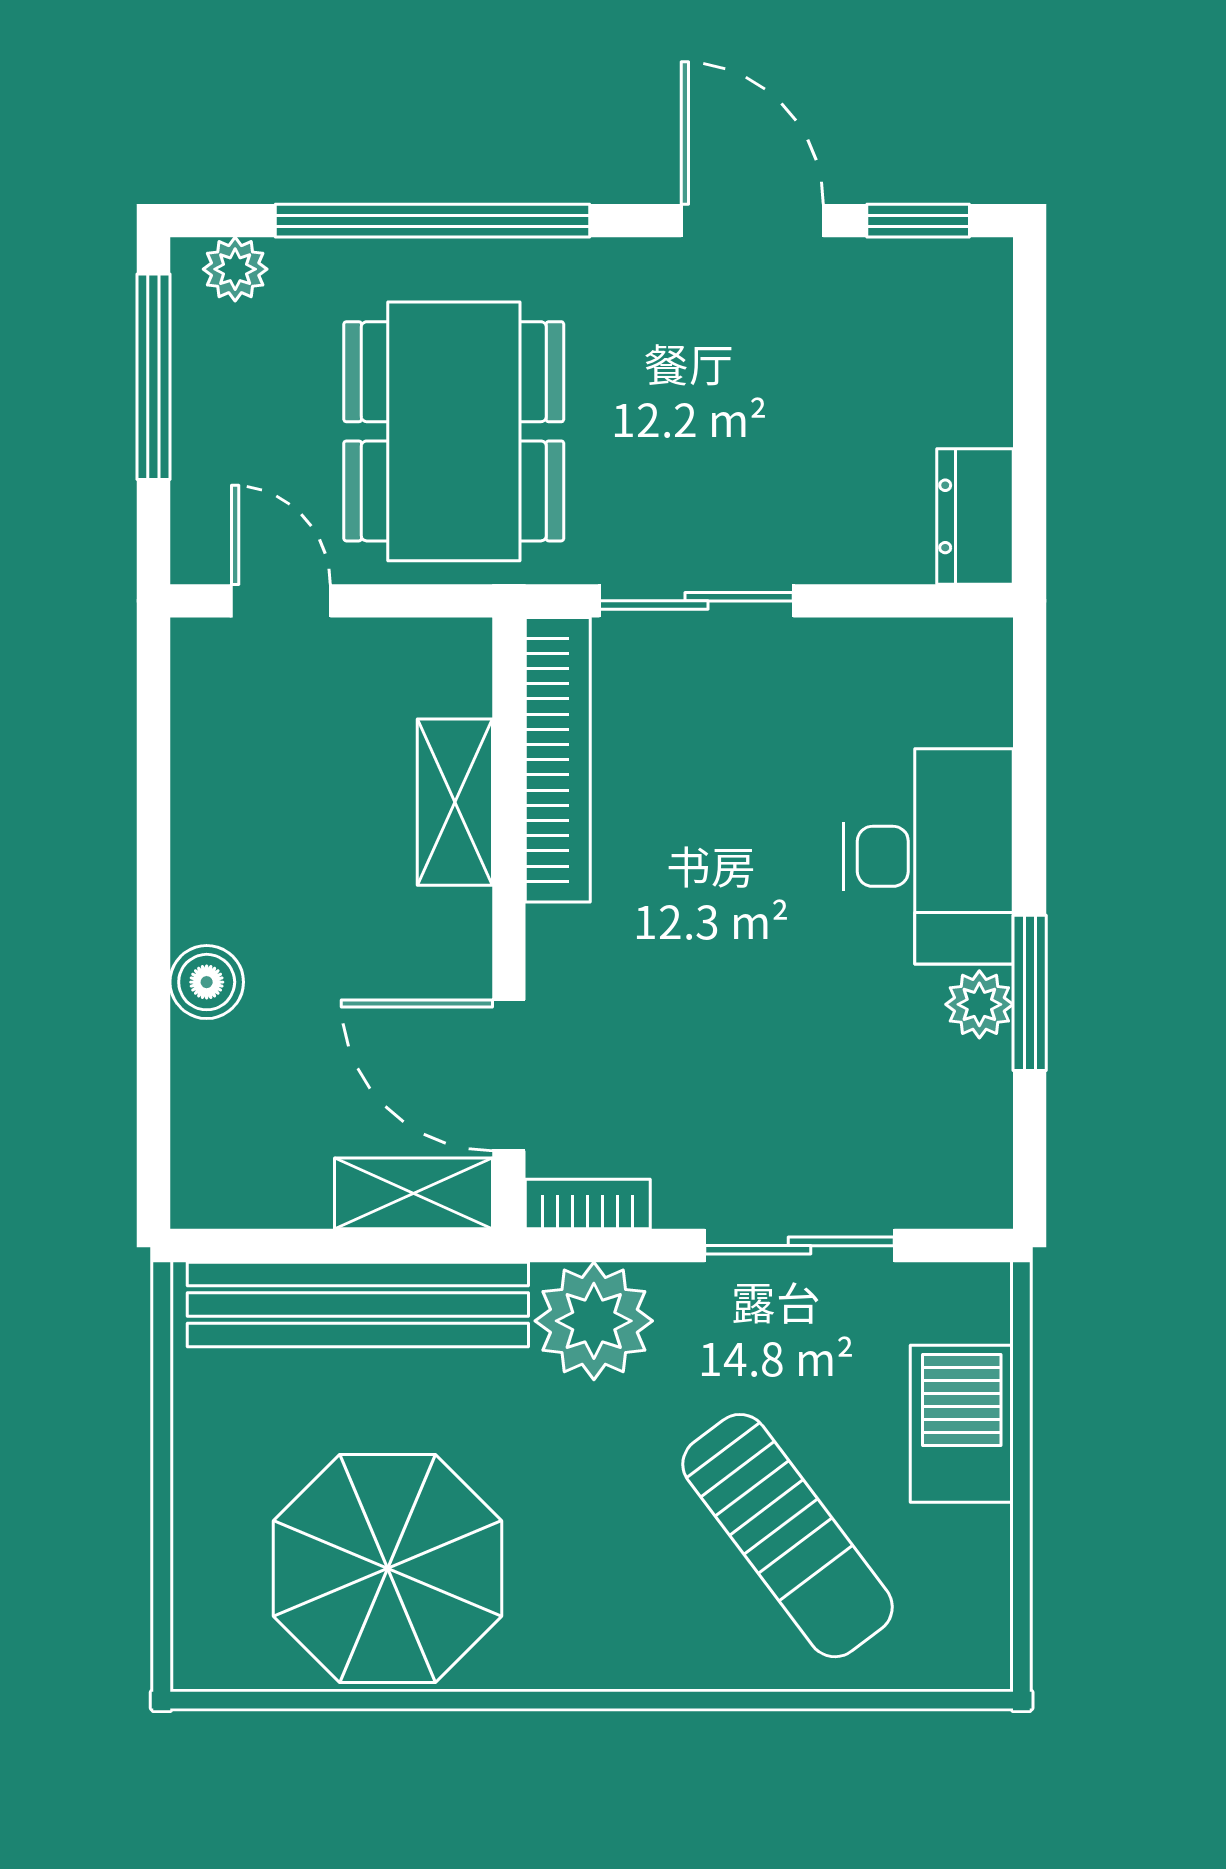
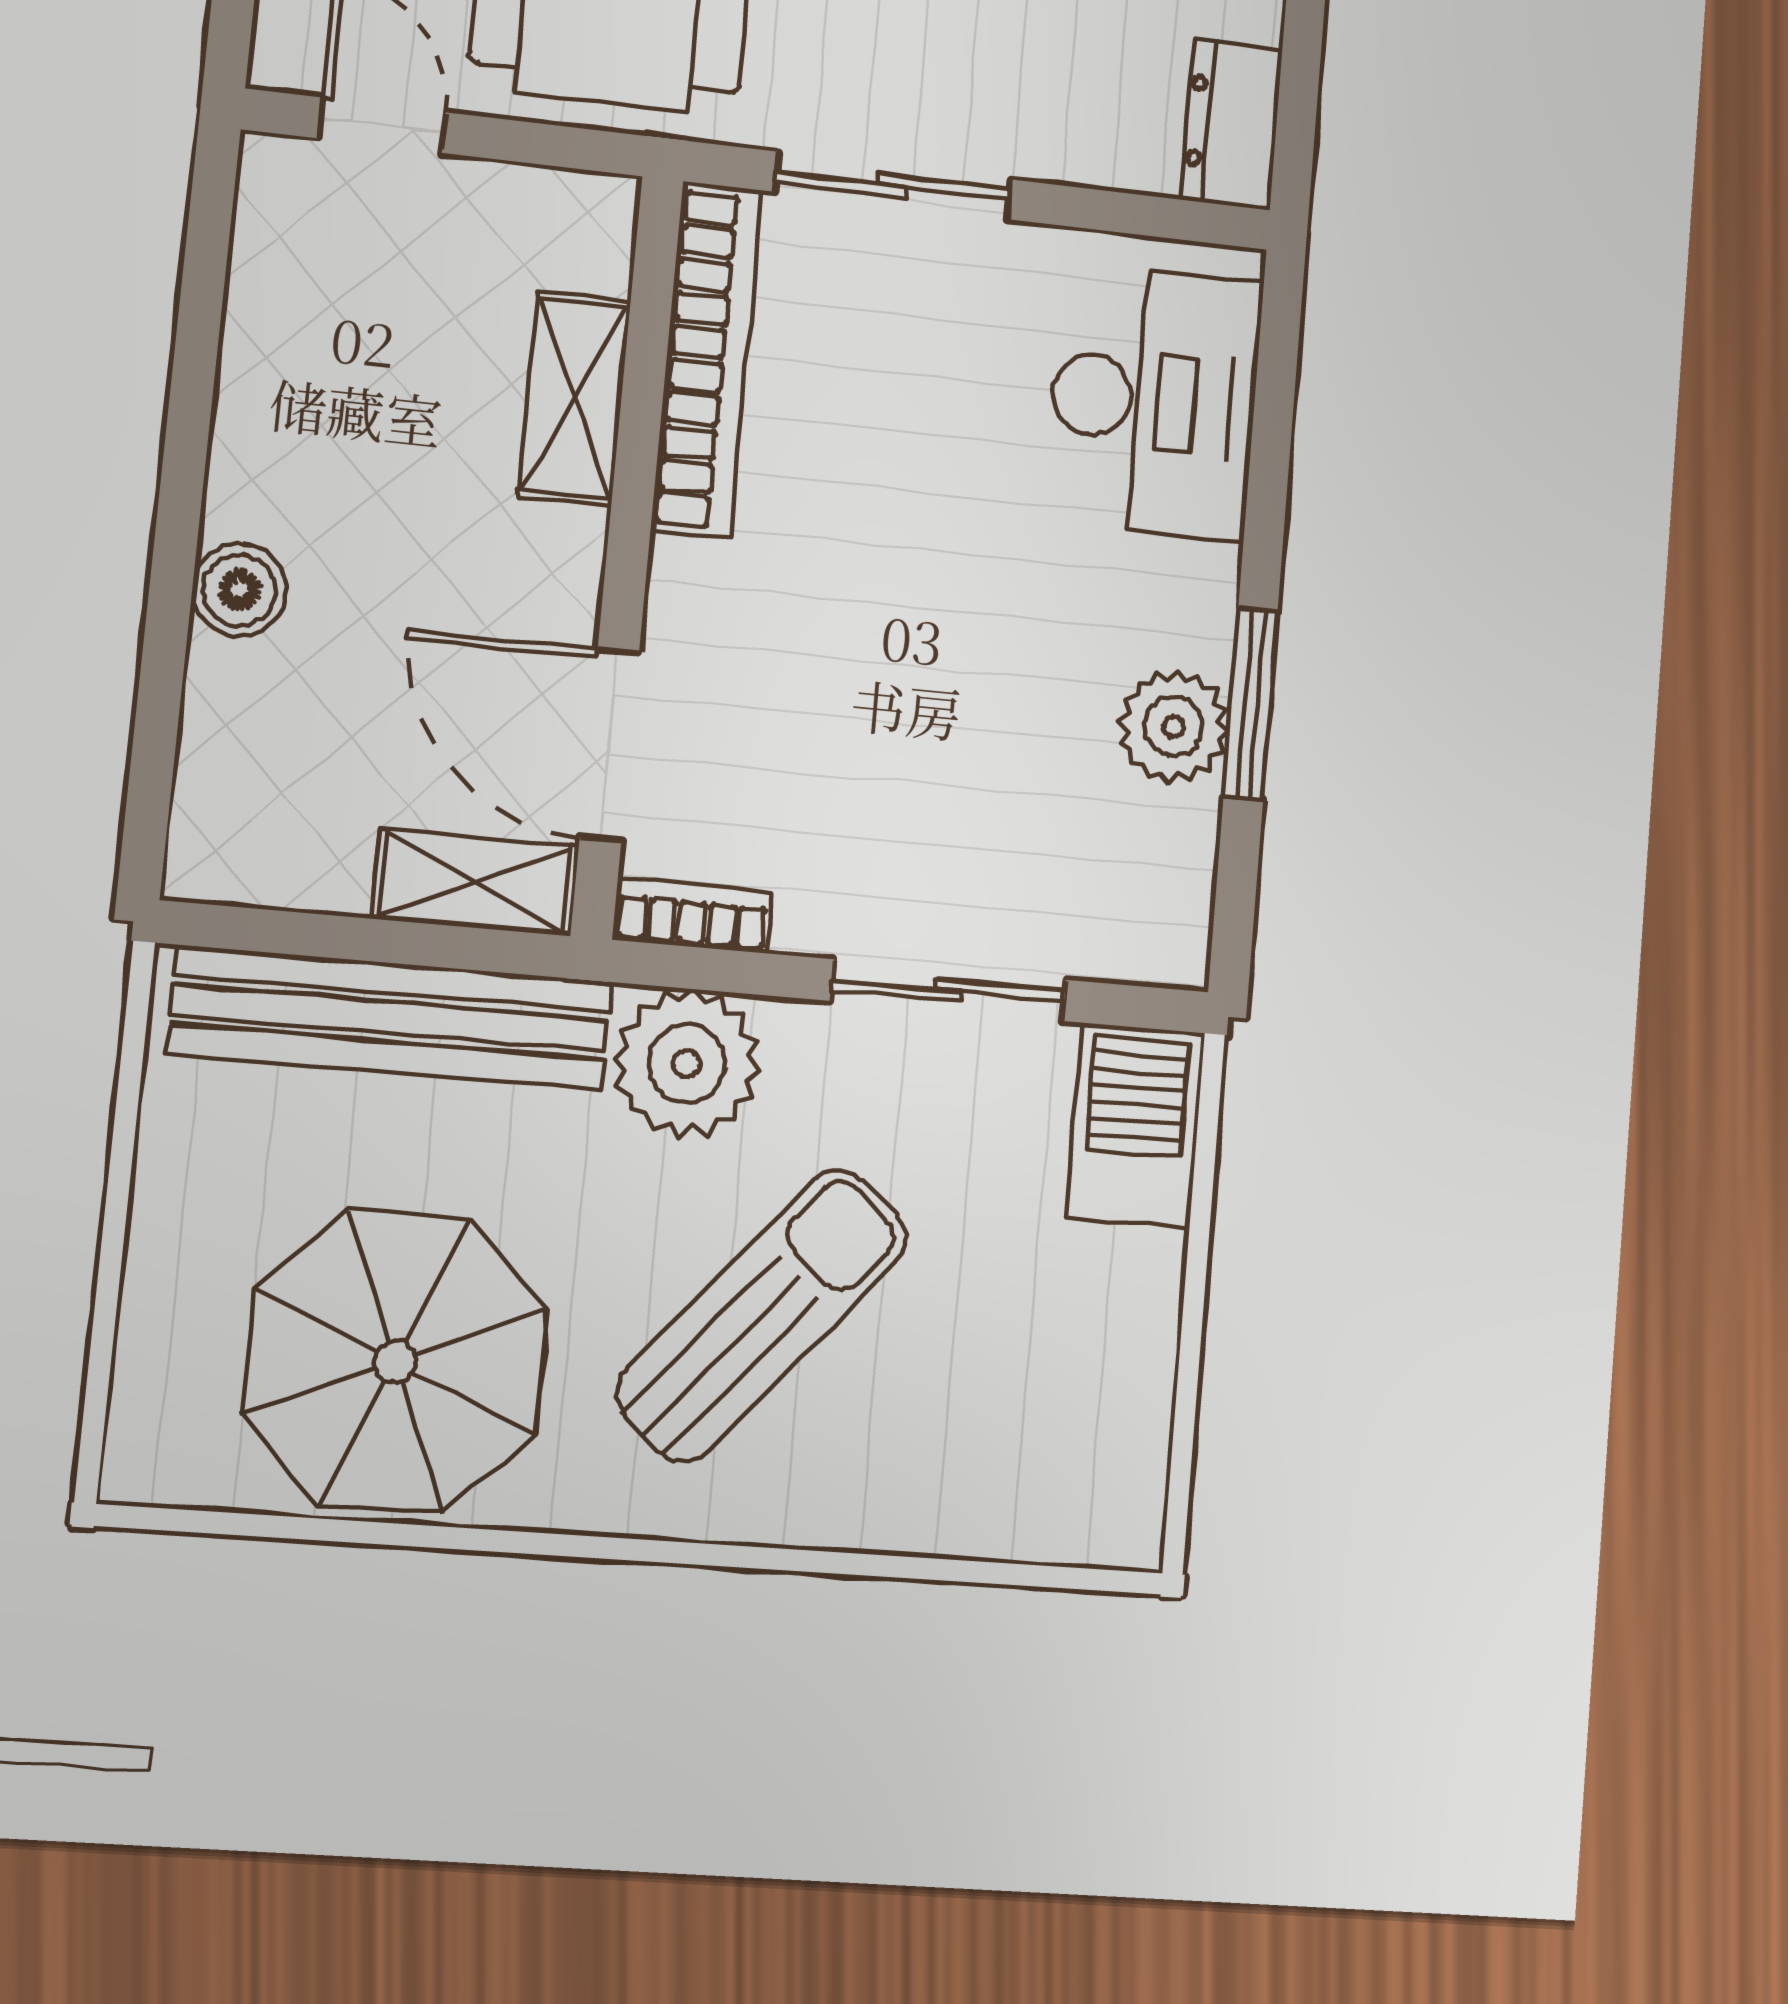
desk: (928, 856) -> (1154, 402), moved
plant: (979, 1004) -> (1174, 726), width x1.38, depth x1.38
barbecue: (962, 1424) -> (1136, 1126), moved
sun lounger: (788, 1536) -> (762, 1315), moved, turned -102

